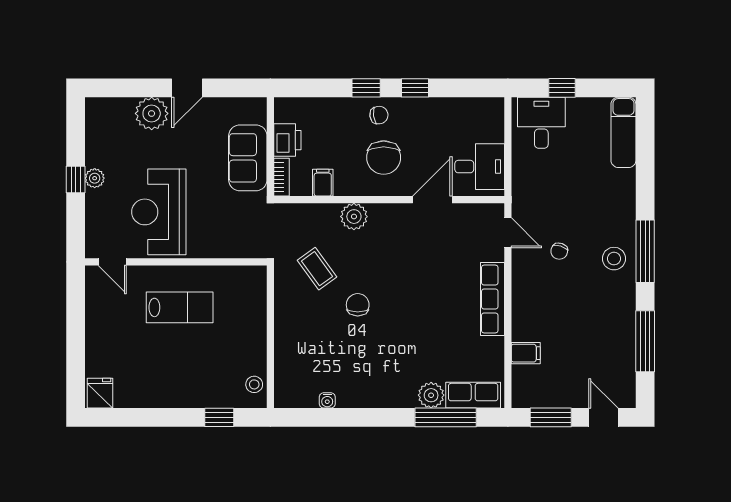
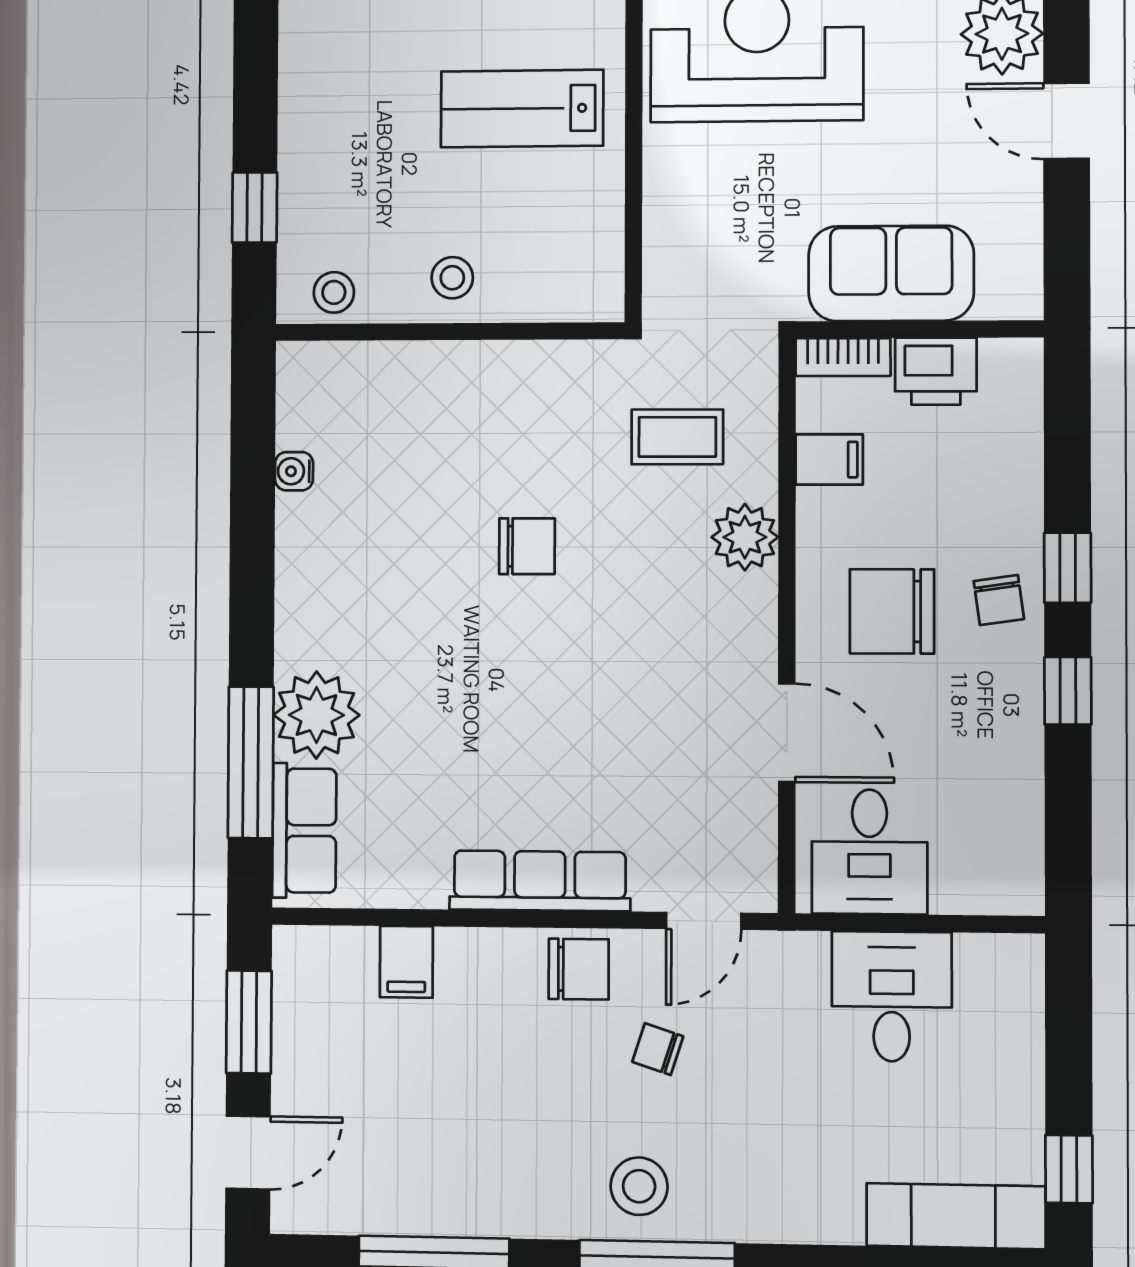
window: (562, 88) -> (1069, 1169), moved
desk: (541, 123) -> (892, 996), moved, turned -90
coffee table: (317, 269) -> (677, 437), moved, turned 36
chair: (528, 283) -> (579, 969), added
lab bench: (180, 307) -> (522, 109), turned 90
stool: (248, 336) -> (452, 278), added
plant: (431, 395) -> (316, 715), width x1.36, depth x1.36

